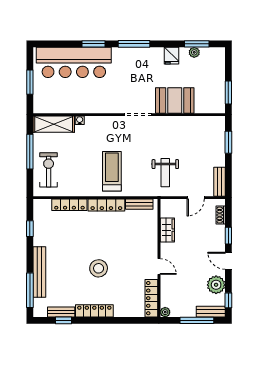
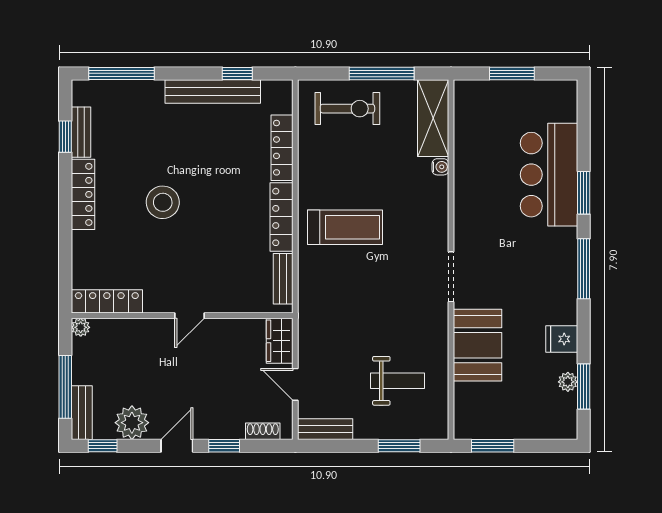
bar counter: (74, 62) -> (549, 175), width x0.73
weight bench: (165, 173) -> (397, 381), moved, turned 180
wardrobe: (167, 230) -> (280, 341), moved, turned 90
door: (159, 267) -> (190, 316), moved
bench: (39, 272) -> (213, 91), moved

